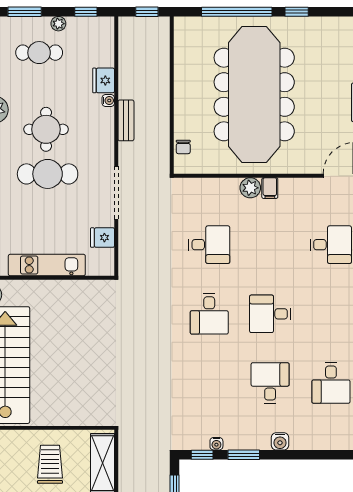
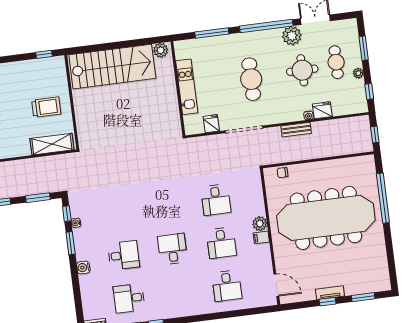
window: (297, 12) -> (388, 240), removed
round table: (46, 129) -> (302, 70), moved
desk: (209, 314) -> (221, 243), moved, turned -90

